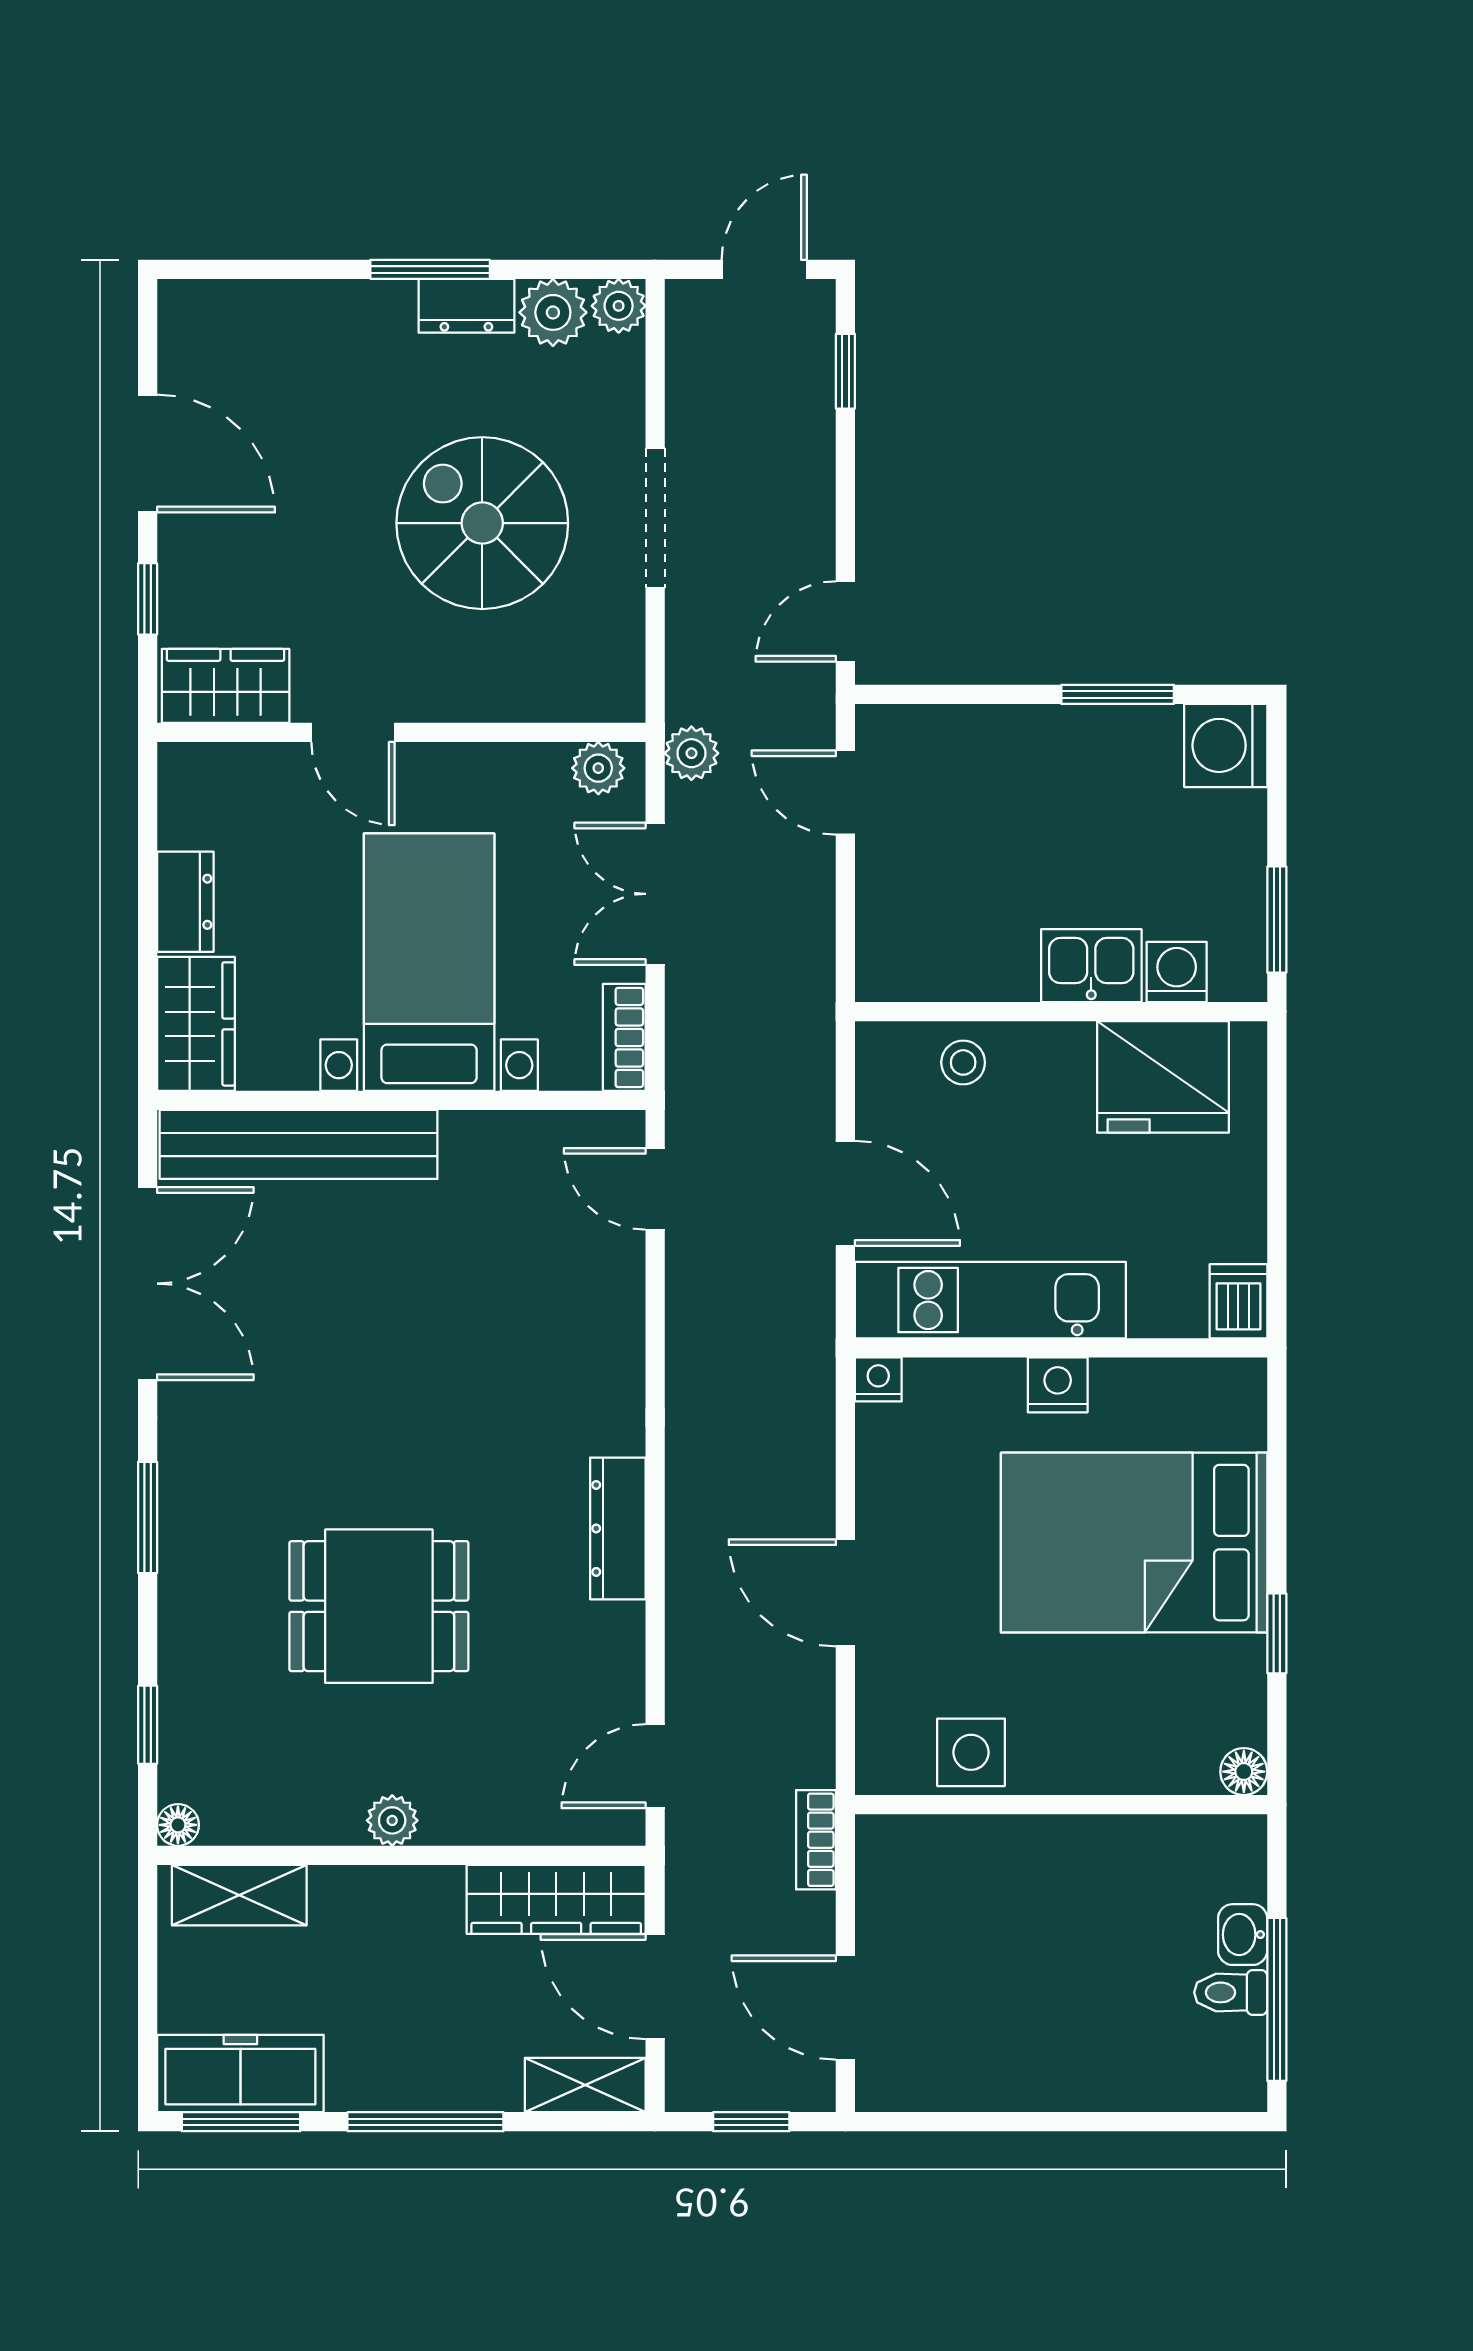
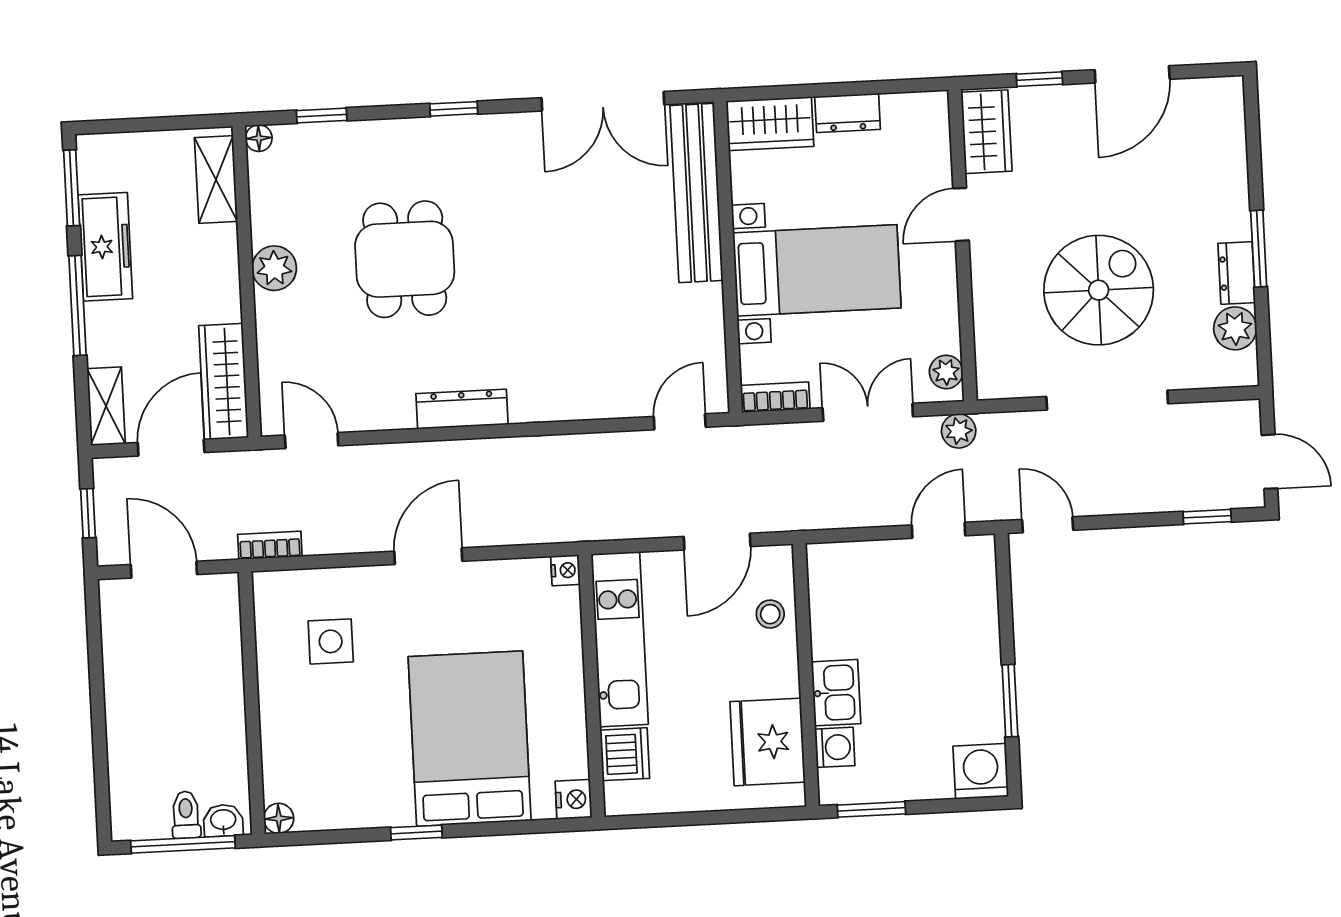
plant: (619, 306) -> (1241, 370), removed
doorway: (655, 518) -> (1107, 400), width x1.36
door: (845, 1193) -> (717, 542), moved
dishwasher: (1238, 1301) -> (625, 754), moved, width x1.38
nightstand: (1058, 1385) -> (574, 799), moved
window: (148, 1517) -> (454, 109), width x0.67
floor lamp: (1244, 1772) -> (279, 818), moved
wall: (1061, 1805) -> (252, 703), moved
plant: (392, 1820) -> (274, 268), width x1.38, depth x1.38
door: (845, 2007) -> (164, 570), hinge flipped
freezer: (240, 2074) -> (105, 247), moved

